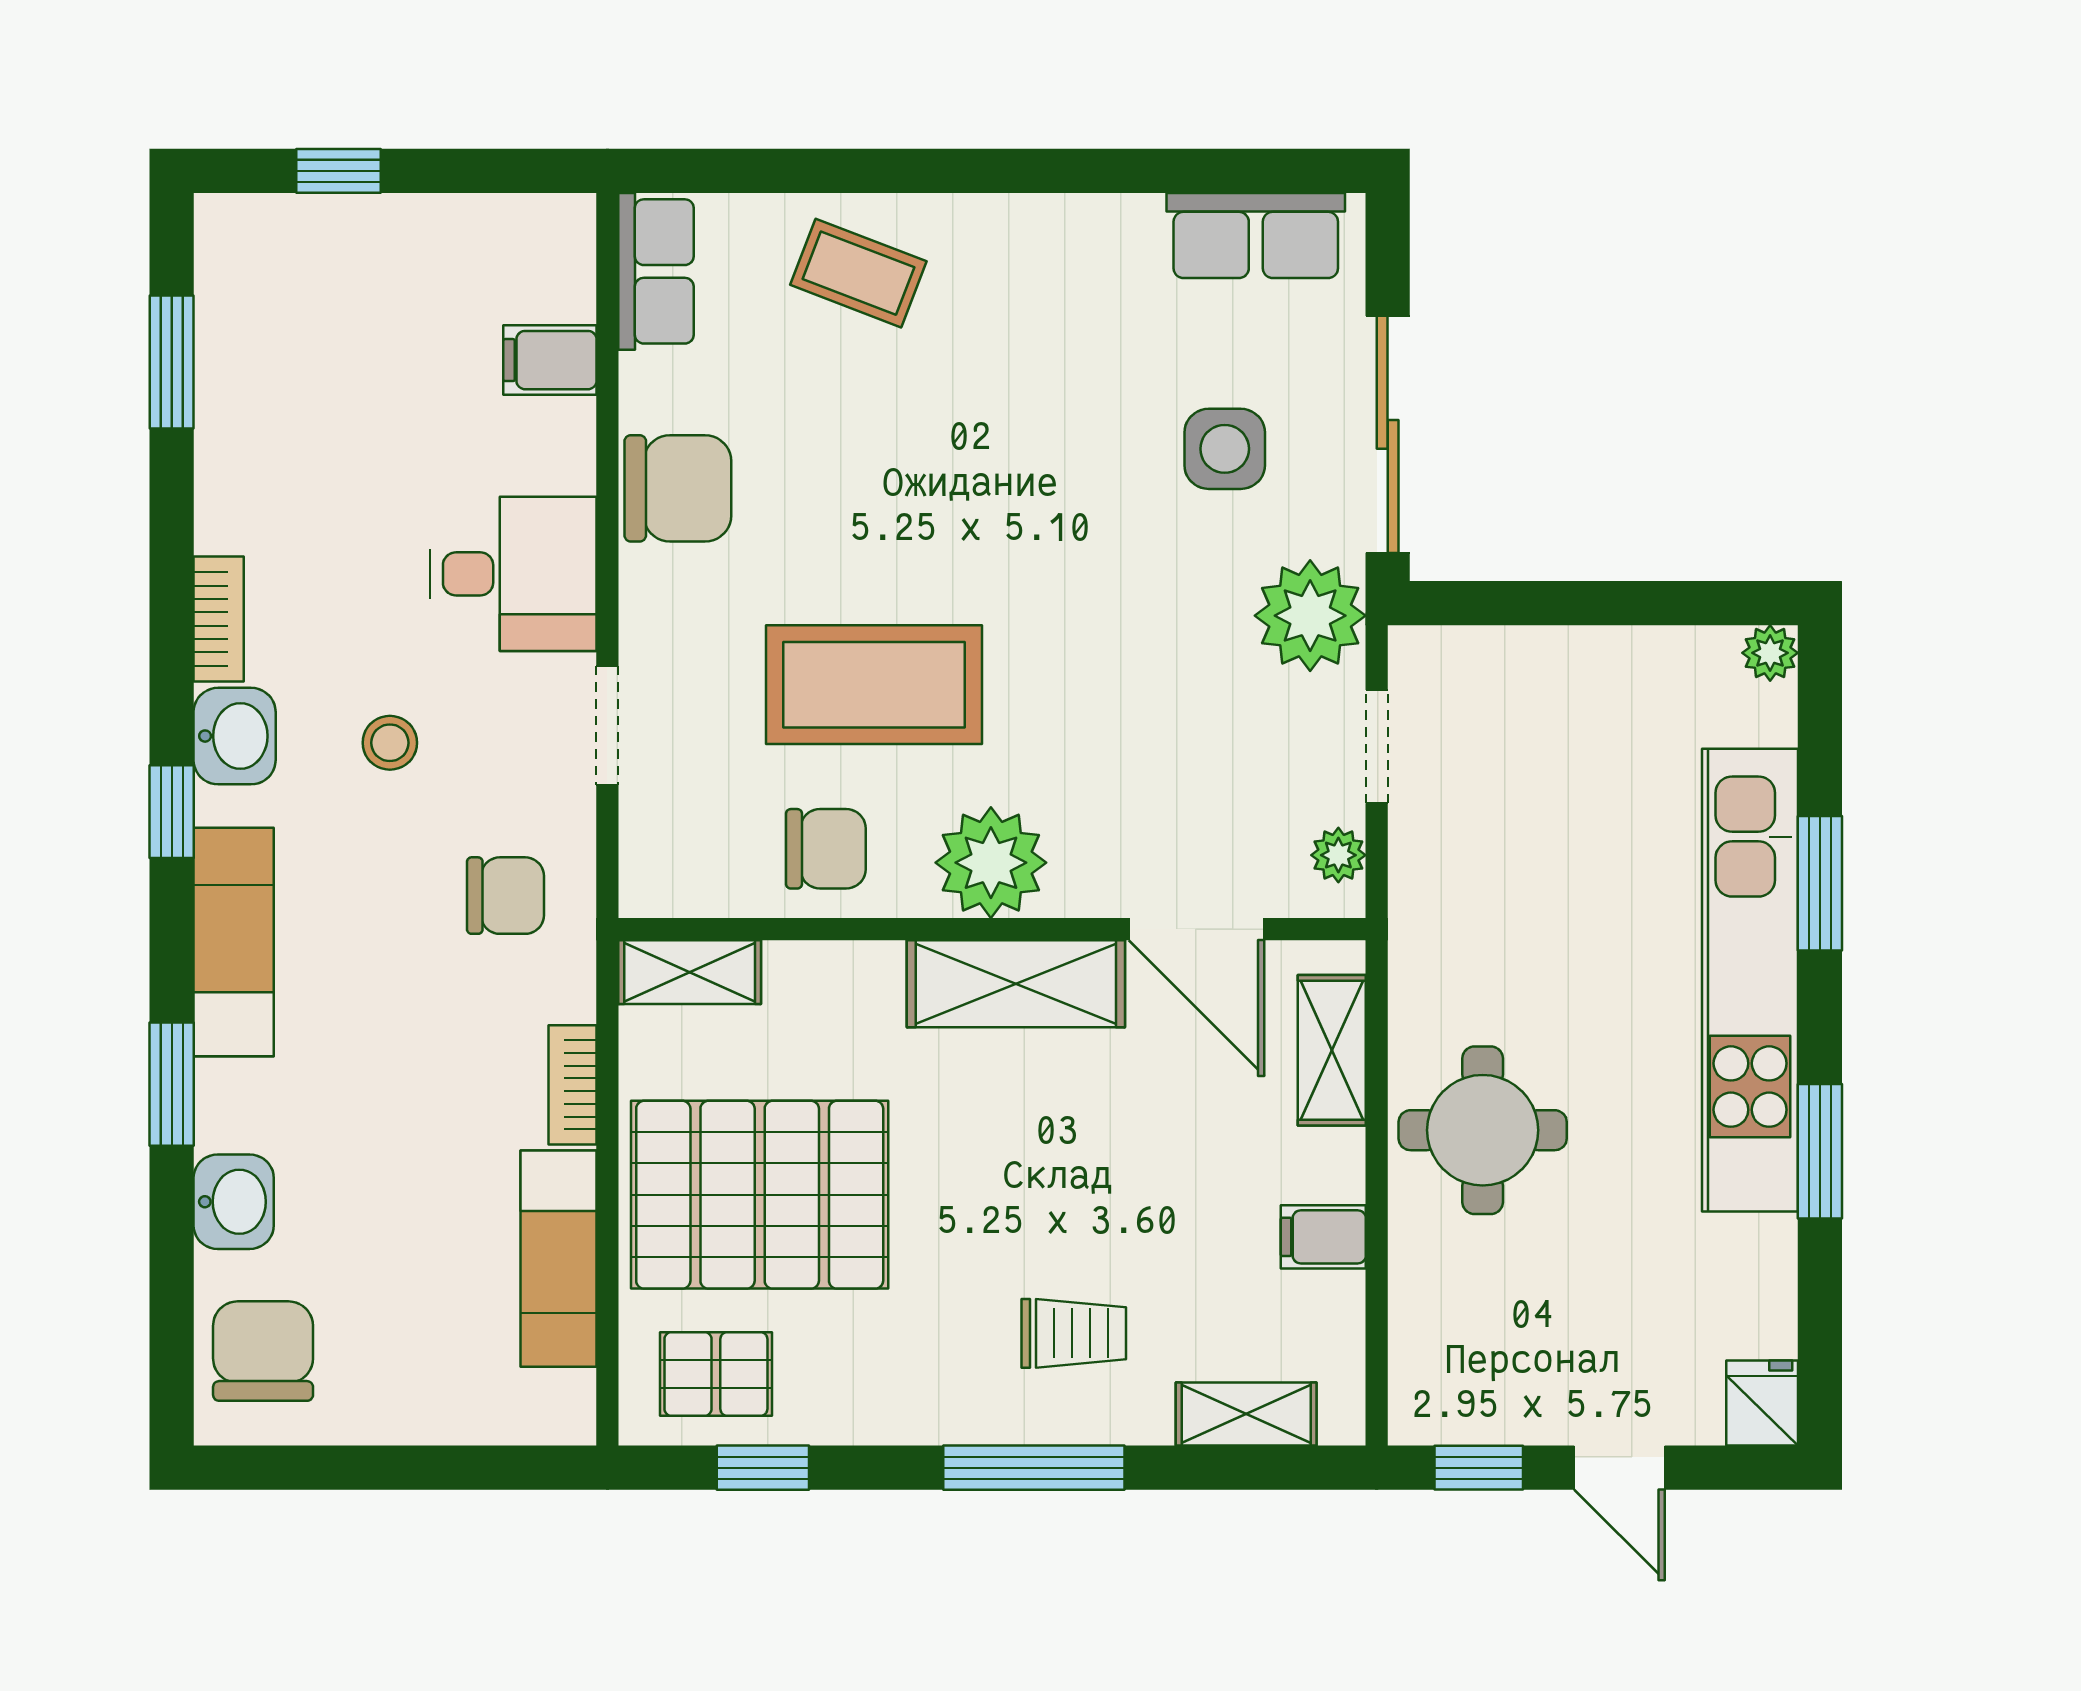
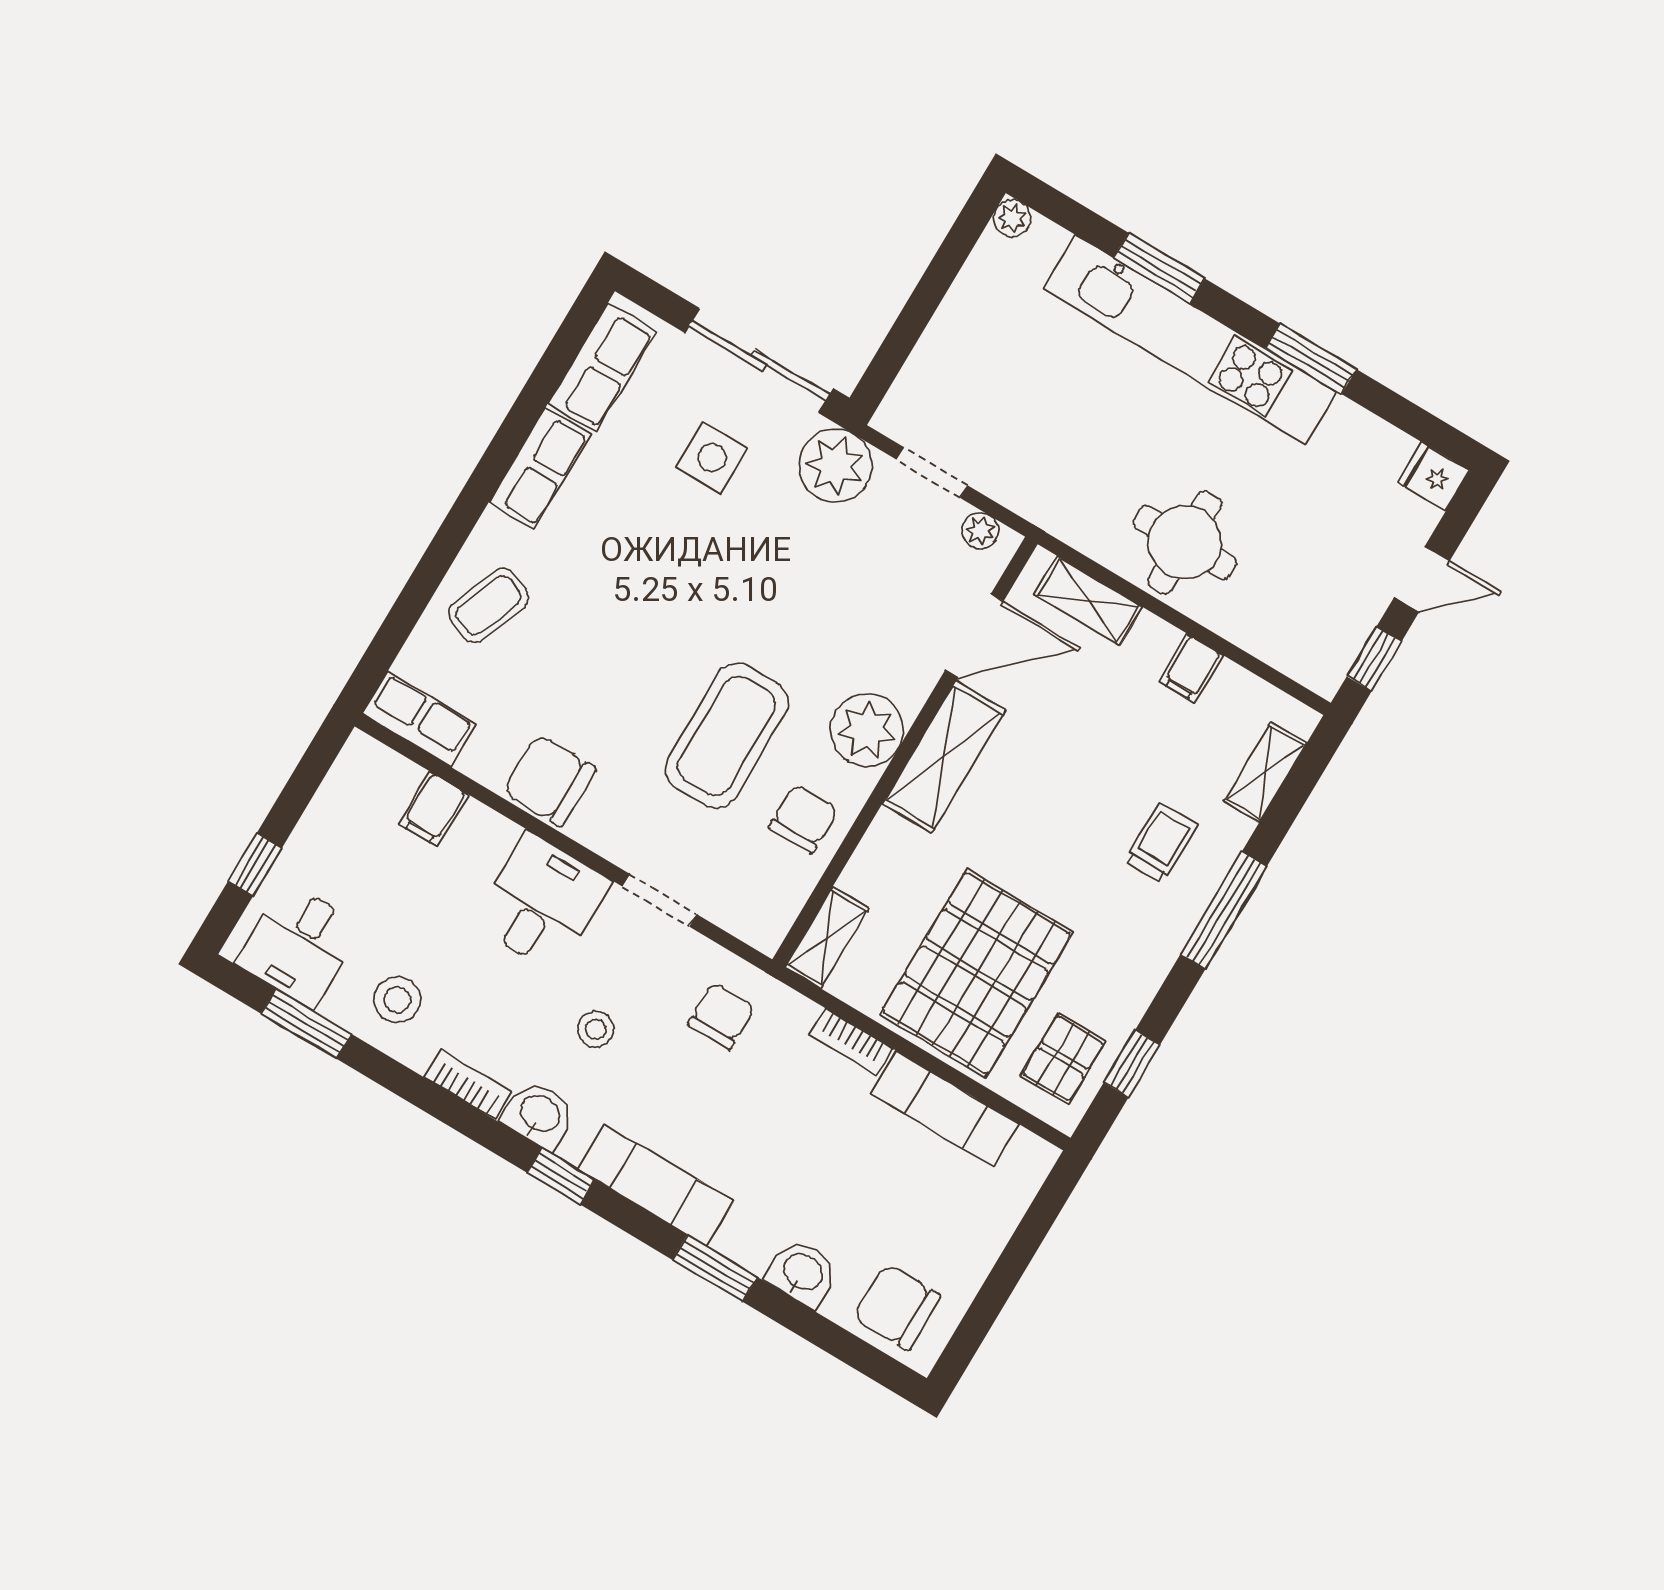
row of seats: (1076, 233) -> (540, 468), added
desk: (269, 291) -> (299, 945), added
stool: (274, 462) -> (397, 1000), added
chair: (678, 488) -> (549, 780), turned -90

